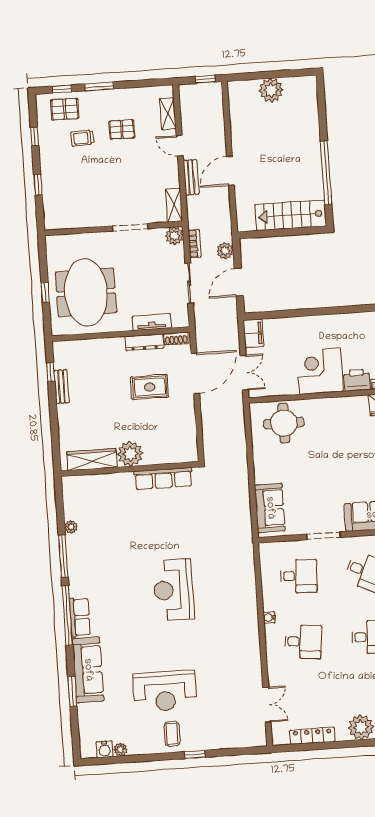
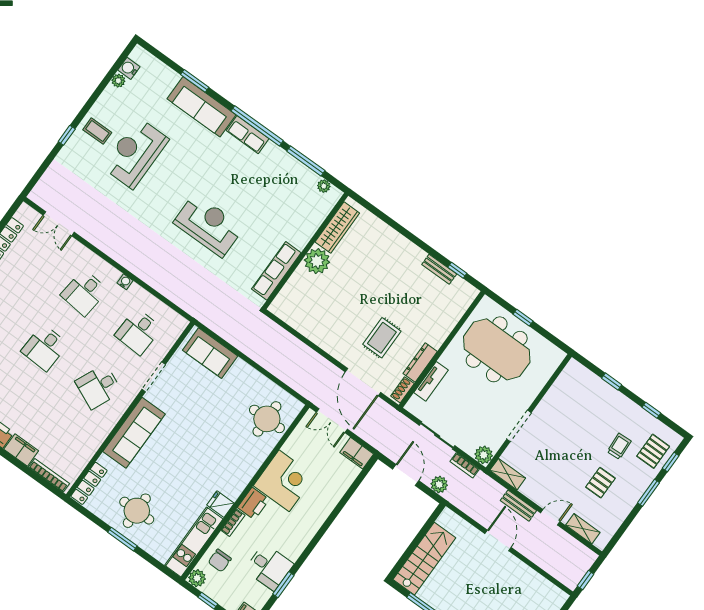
plant: (130, 454) -> (317, 261), moved
wardrobe: (92, 460) -> (337, 227), moved
wall: (130, 469) -> (305, 251), moved
row of seats: (163, 479) -> (276, 271), moved

